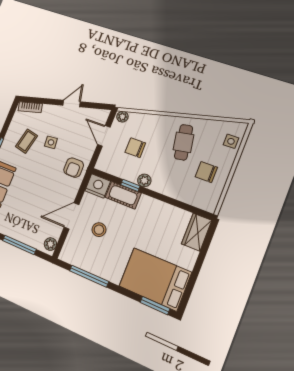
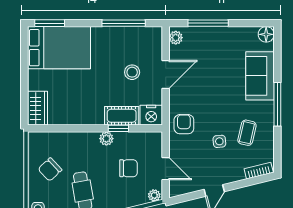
chair: (206, 172) -> (50, 169), turned 137

